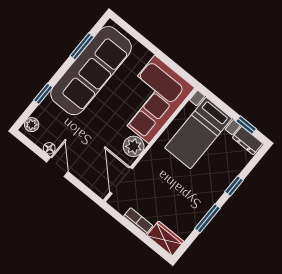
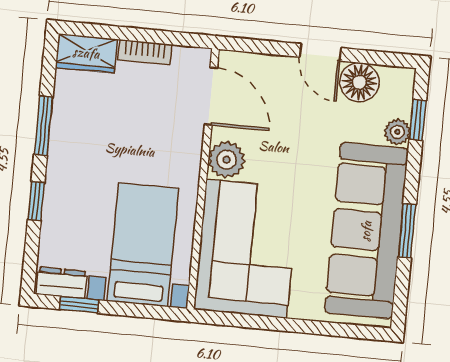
window: (82, 46) -> (407, 231), moved
window: (43, 94) -> (418, 120), moved
plant: (32, 125) -> (397, 132), moved
floor lamp: (49, 148) -> (359, 82), width x1.89, depth x1.89

